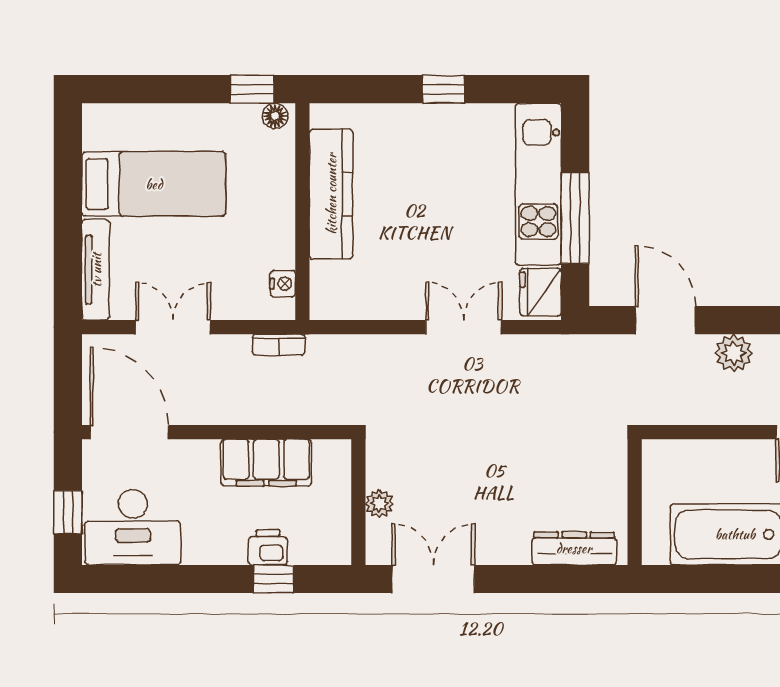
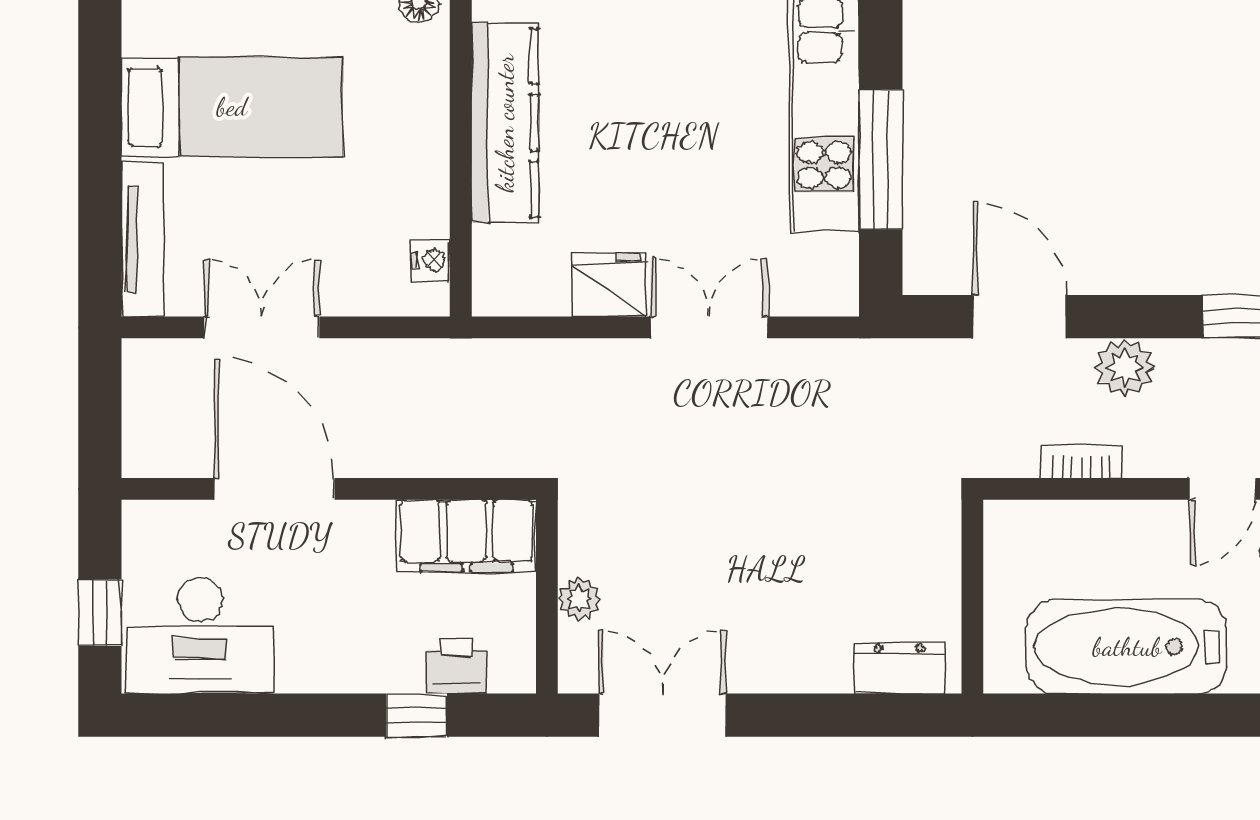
fridge: (541, 292) -> (609, 285), moved, turned 90
bookcase: (279, 345) -> (1081, 462), moved, turned 180
door: (129, 432) -> (274, 489), moved
filing cabinet: (266, 463) -> (467, 536), moved
printer: (268, 547) -> (456, 666), moved
dresser: (574, 548) -> (899, 668), width x0.70

